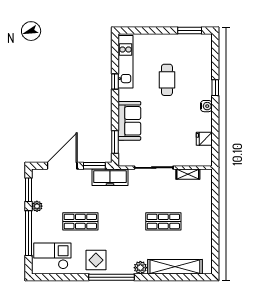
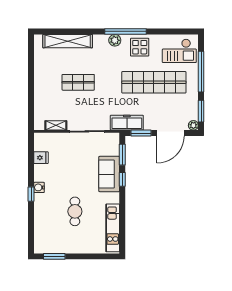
window: (115, 81) -> (122, 179), moved
window: (215, 88) -> (31, 194), moved
plant: (37, 206) -> (193, 125), moved
shop shelf: (80, 221) -> (154, 82), width x2.00, depth x1.36
plant: (140, 268) -> (115, 40), moved

